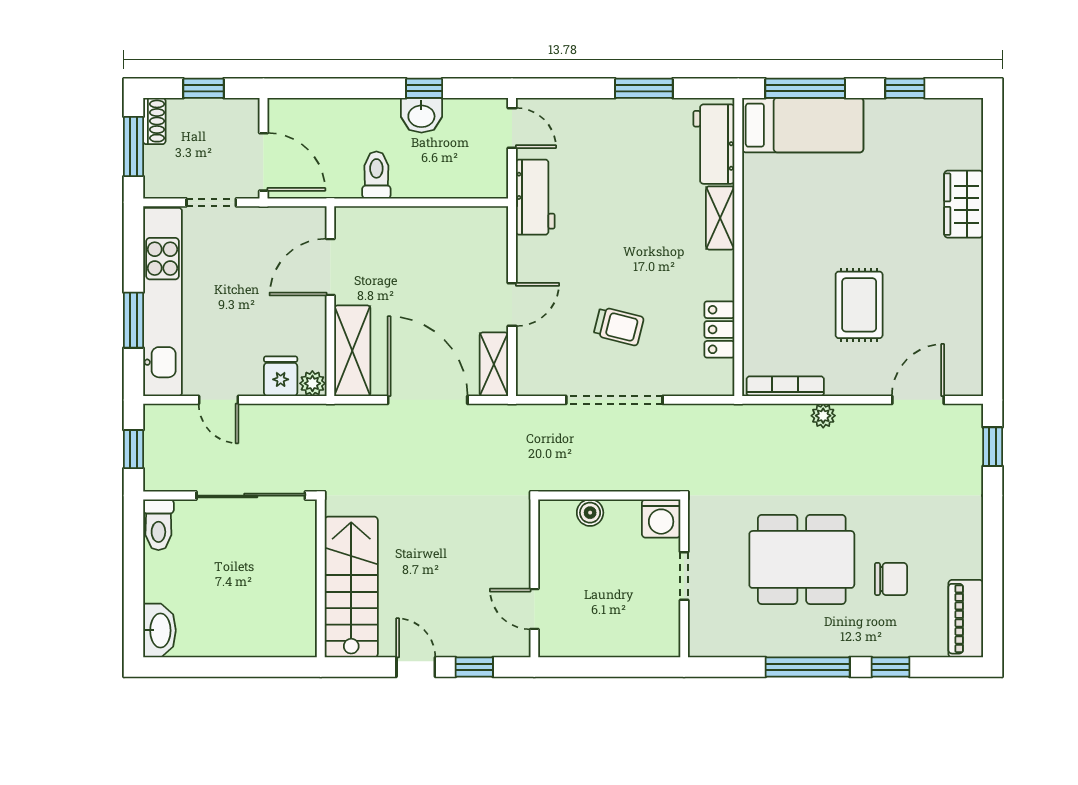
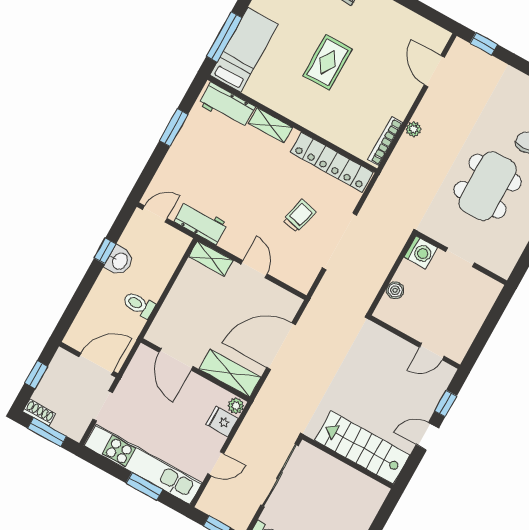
rug: (859, 305) -> (327, 62), moved, turned 90
locker: (719, 330) -> (332, 162), width x2.16, depth x1.21
shelving: (494, 364) -> (211, 258), moved

